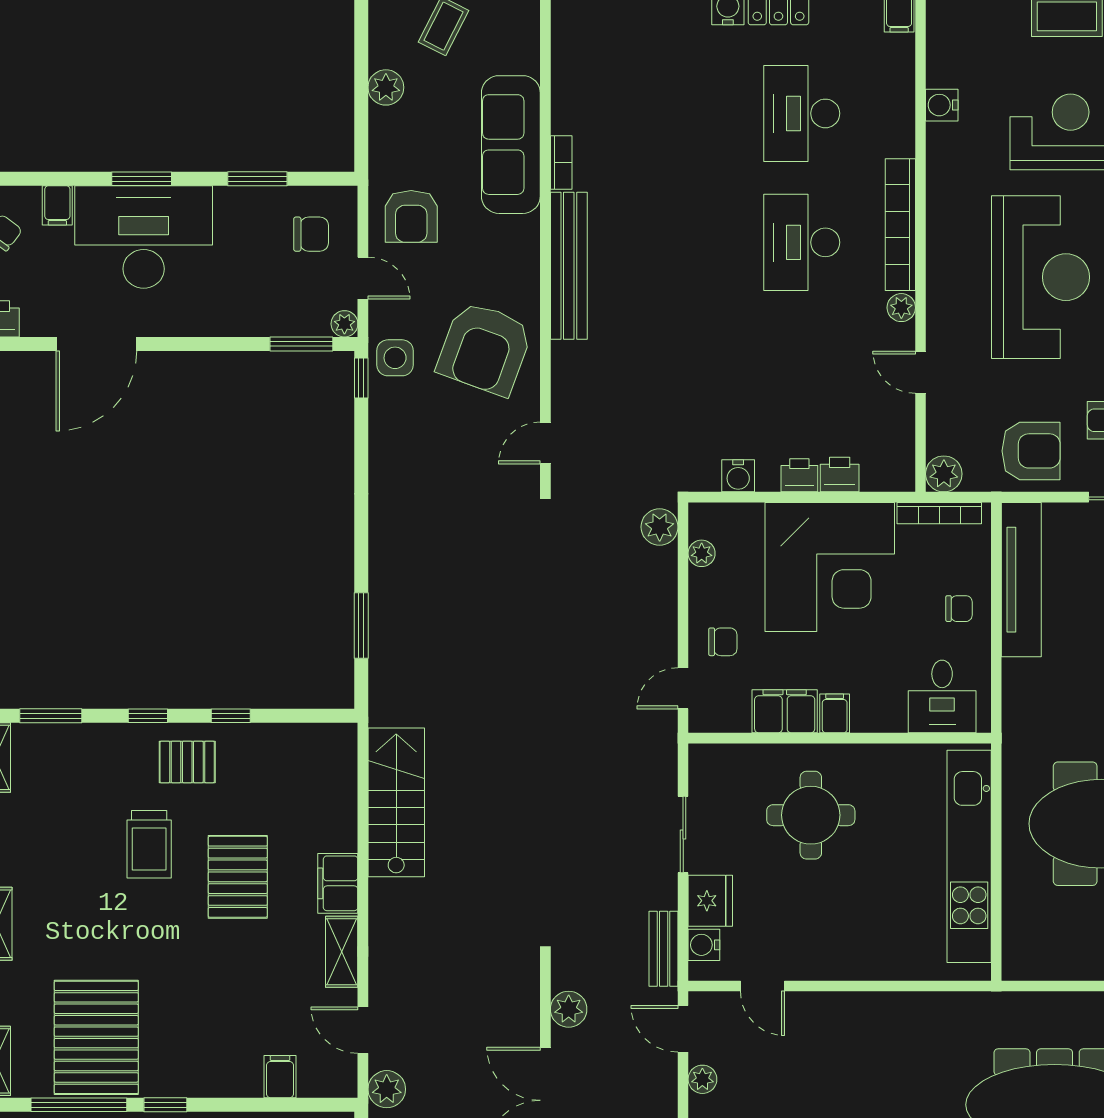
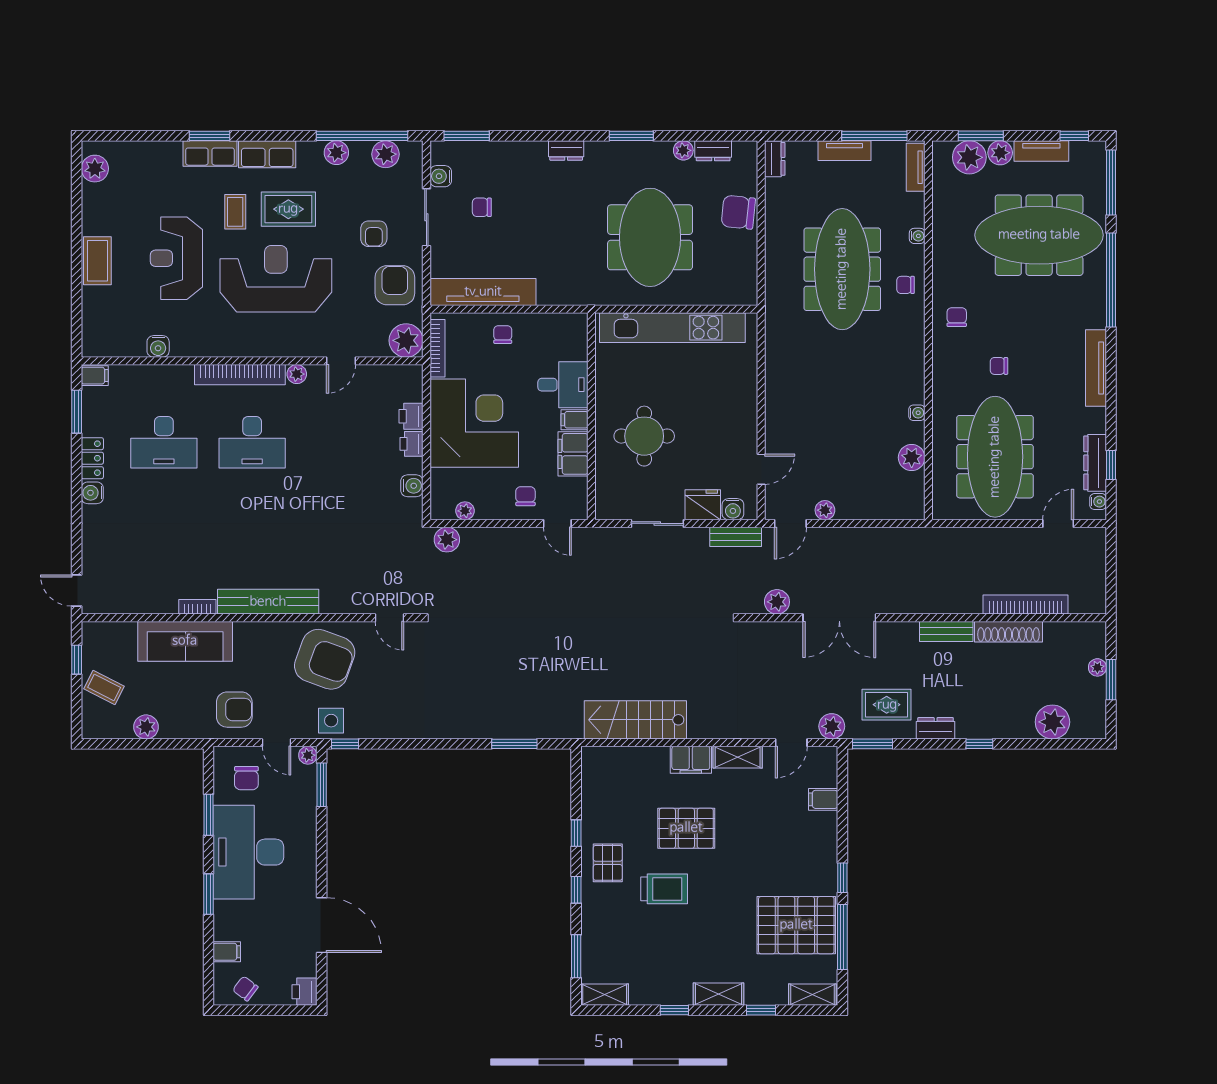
chair: (311, 234) -> (246, 778), turned 180
desk: (144, 237) -> (248, 852), moved
door: (363, 278) -> (277, 743), swing flipped
plant: (944, 474) -> (406, 340), width x1.36, depth x1.36
desk: (942, 697) -> (563, 385), moved

